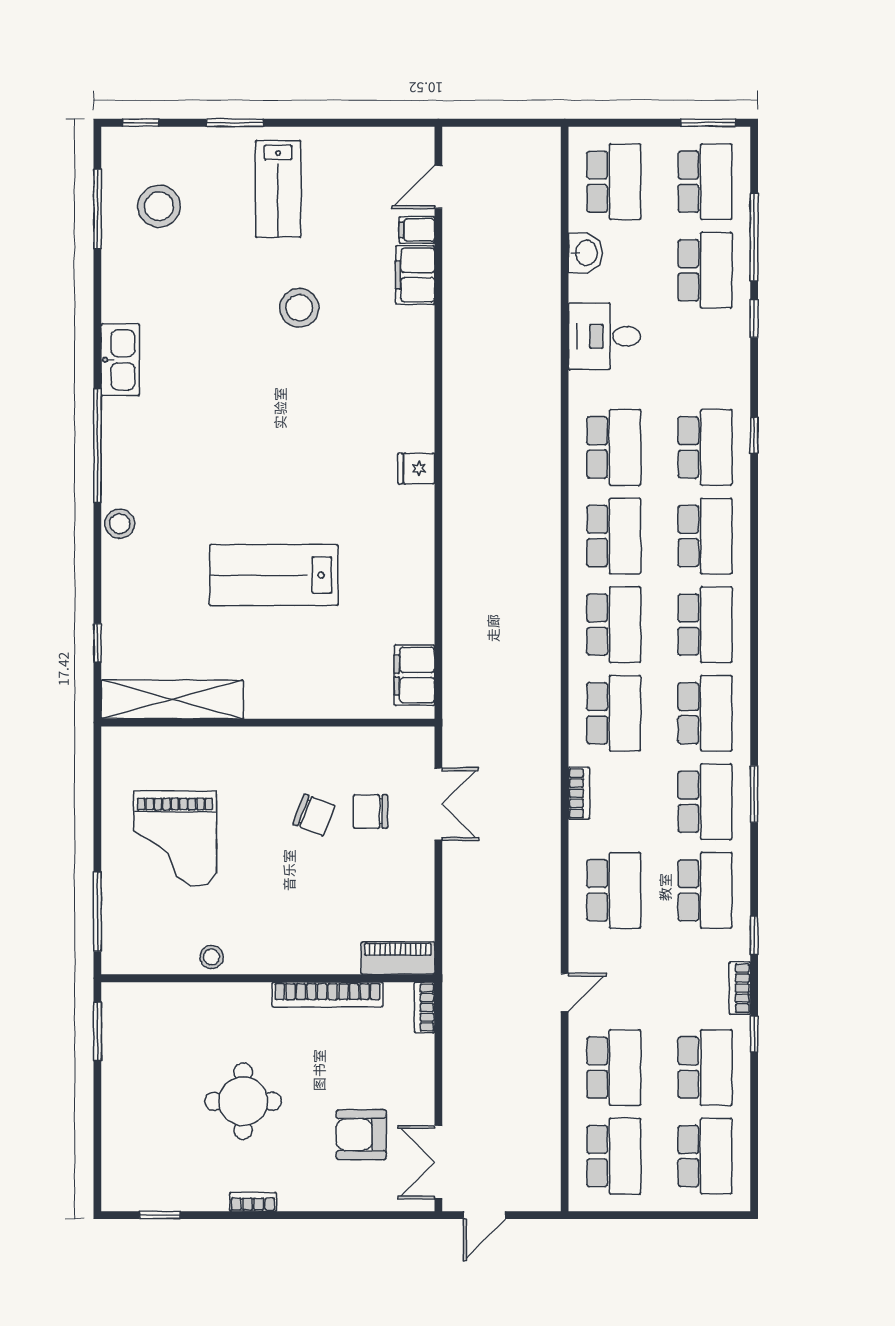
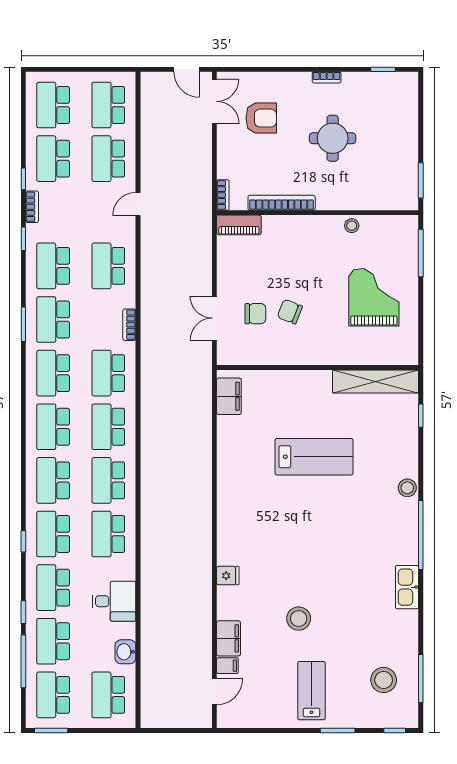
school desk: (705, 359) -> (53, 588), added
fridge: (416, 468) -> (228, 576), moved
door: (484, 1215) -> (187, 69), swing flipped

